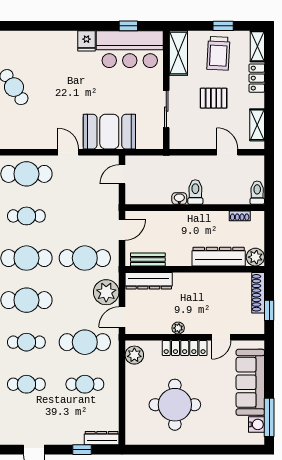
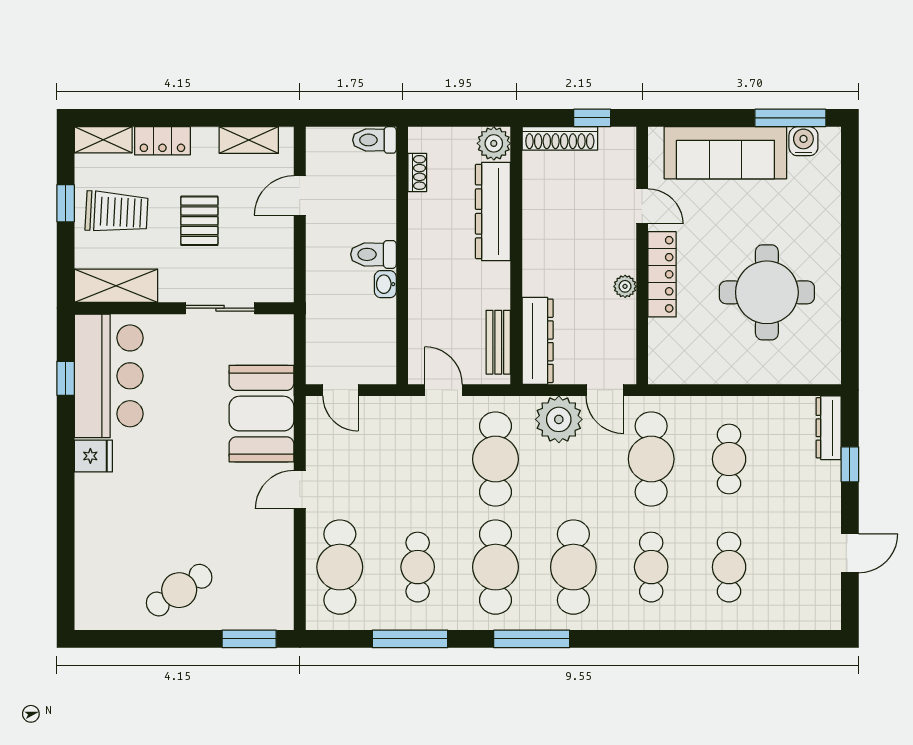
plant: (134, 355) -> (675, 367), removed

